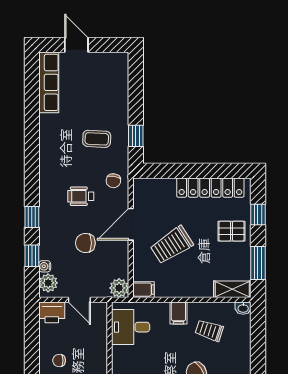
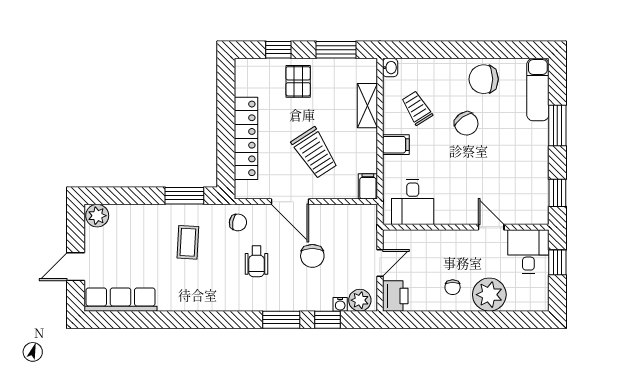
window: (136, 136) -> (184, 196), width x1.50
locker: (210, 188) -> (246, 138), moved
window: (32, 217) -> (281, 320), width x1.50
plant: (119, 288) -> (97, 216), moved
shelving: (232, 289) -> (367, 106), moved
trolley: (209, 331) -> (417, 108), turned 130

